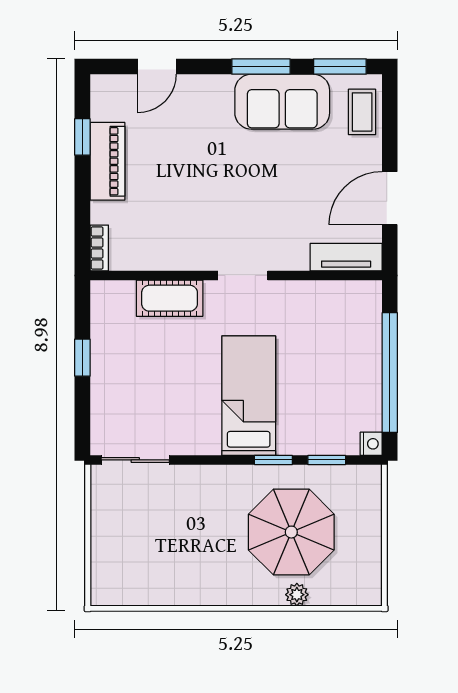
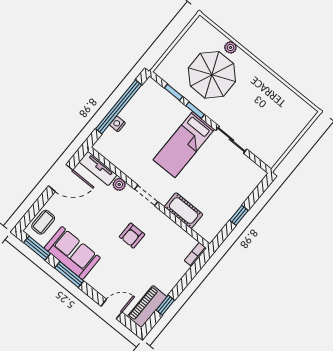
piano: (107, 161) -> (147, 307), moved
armchair: (215, 199) -> (132, 236), added
plant: (296, 259) -> (119, 184), added
nightstand: (371, 444) -> (117, 124), moved
sliding door: (135, 460) -> (231, 140), moved

